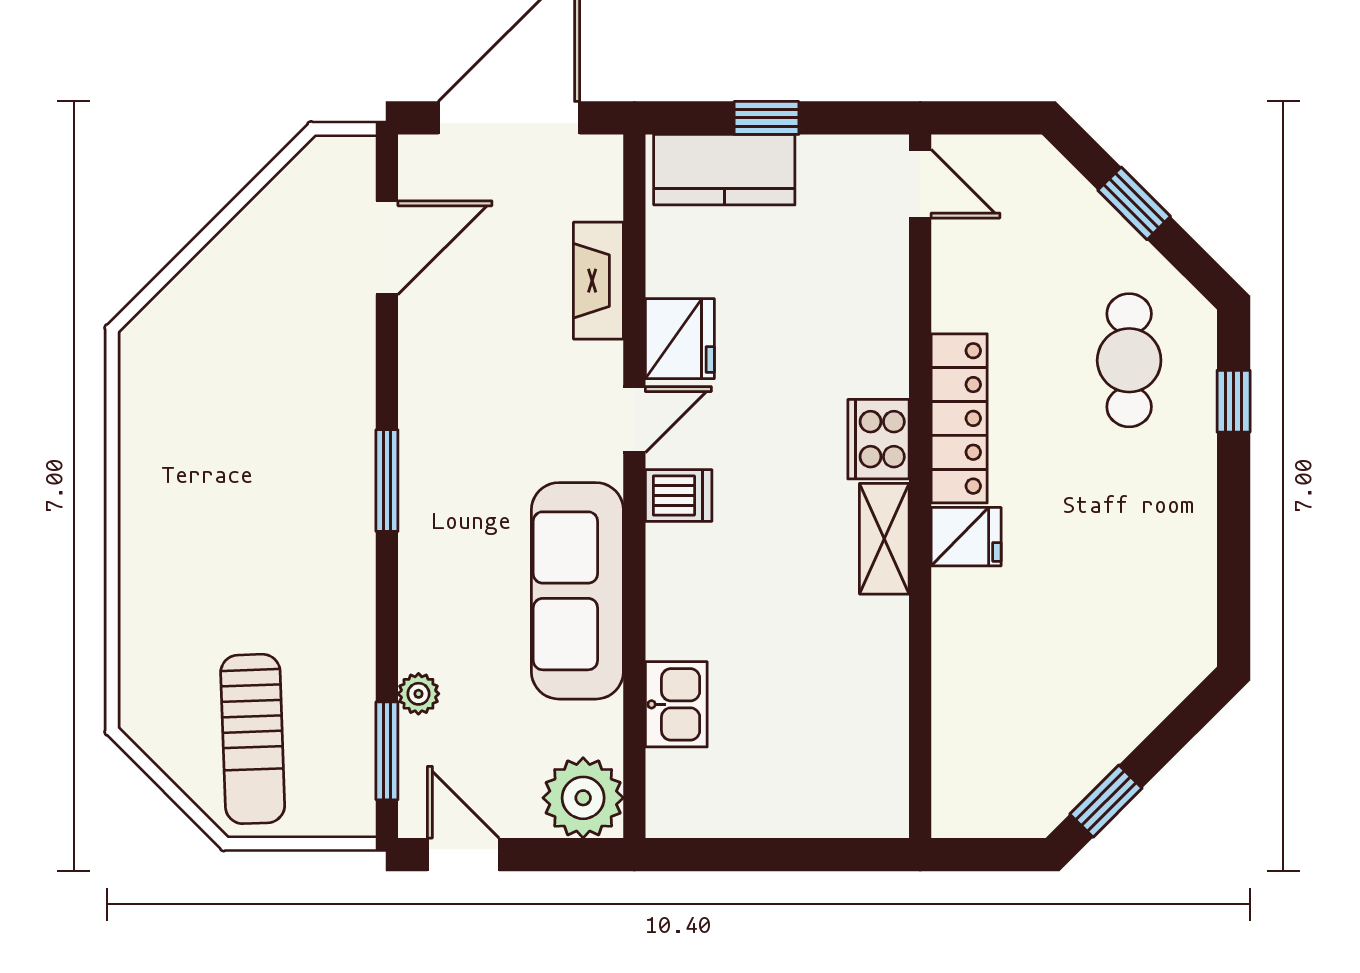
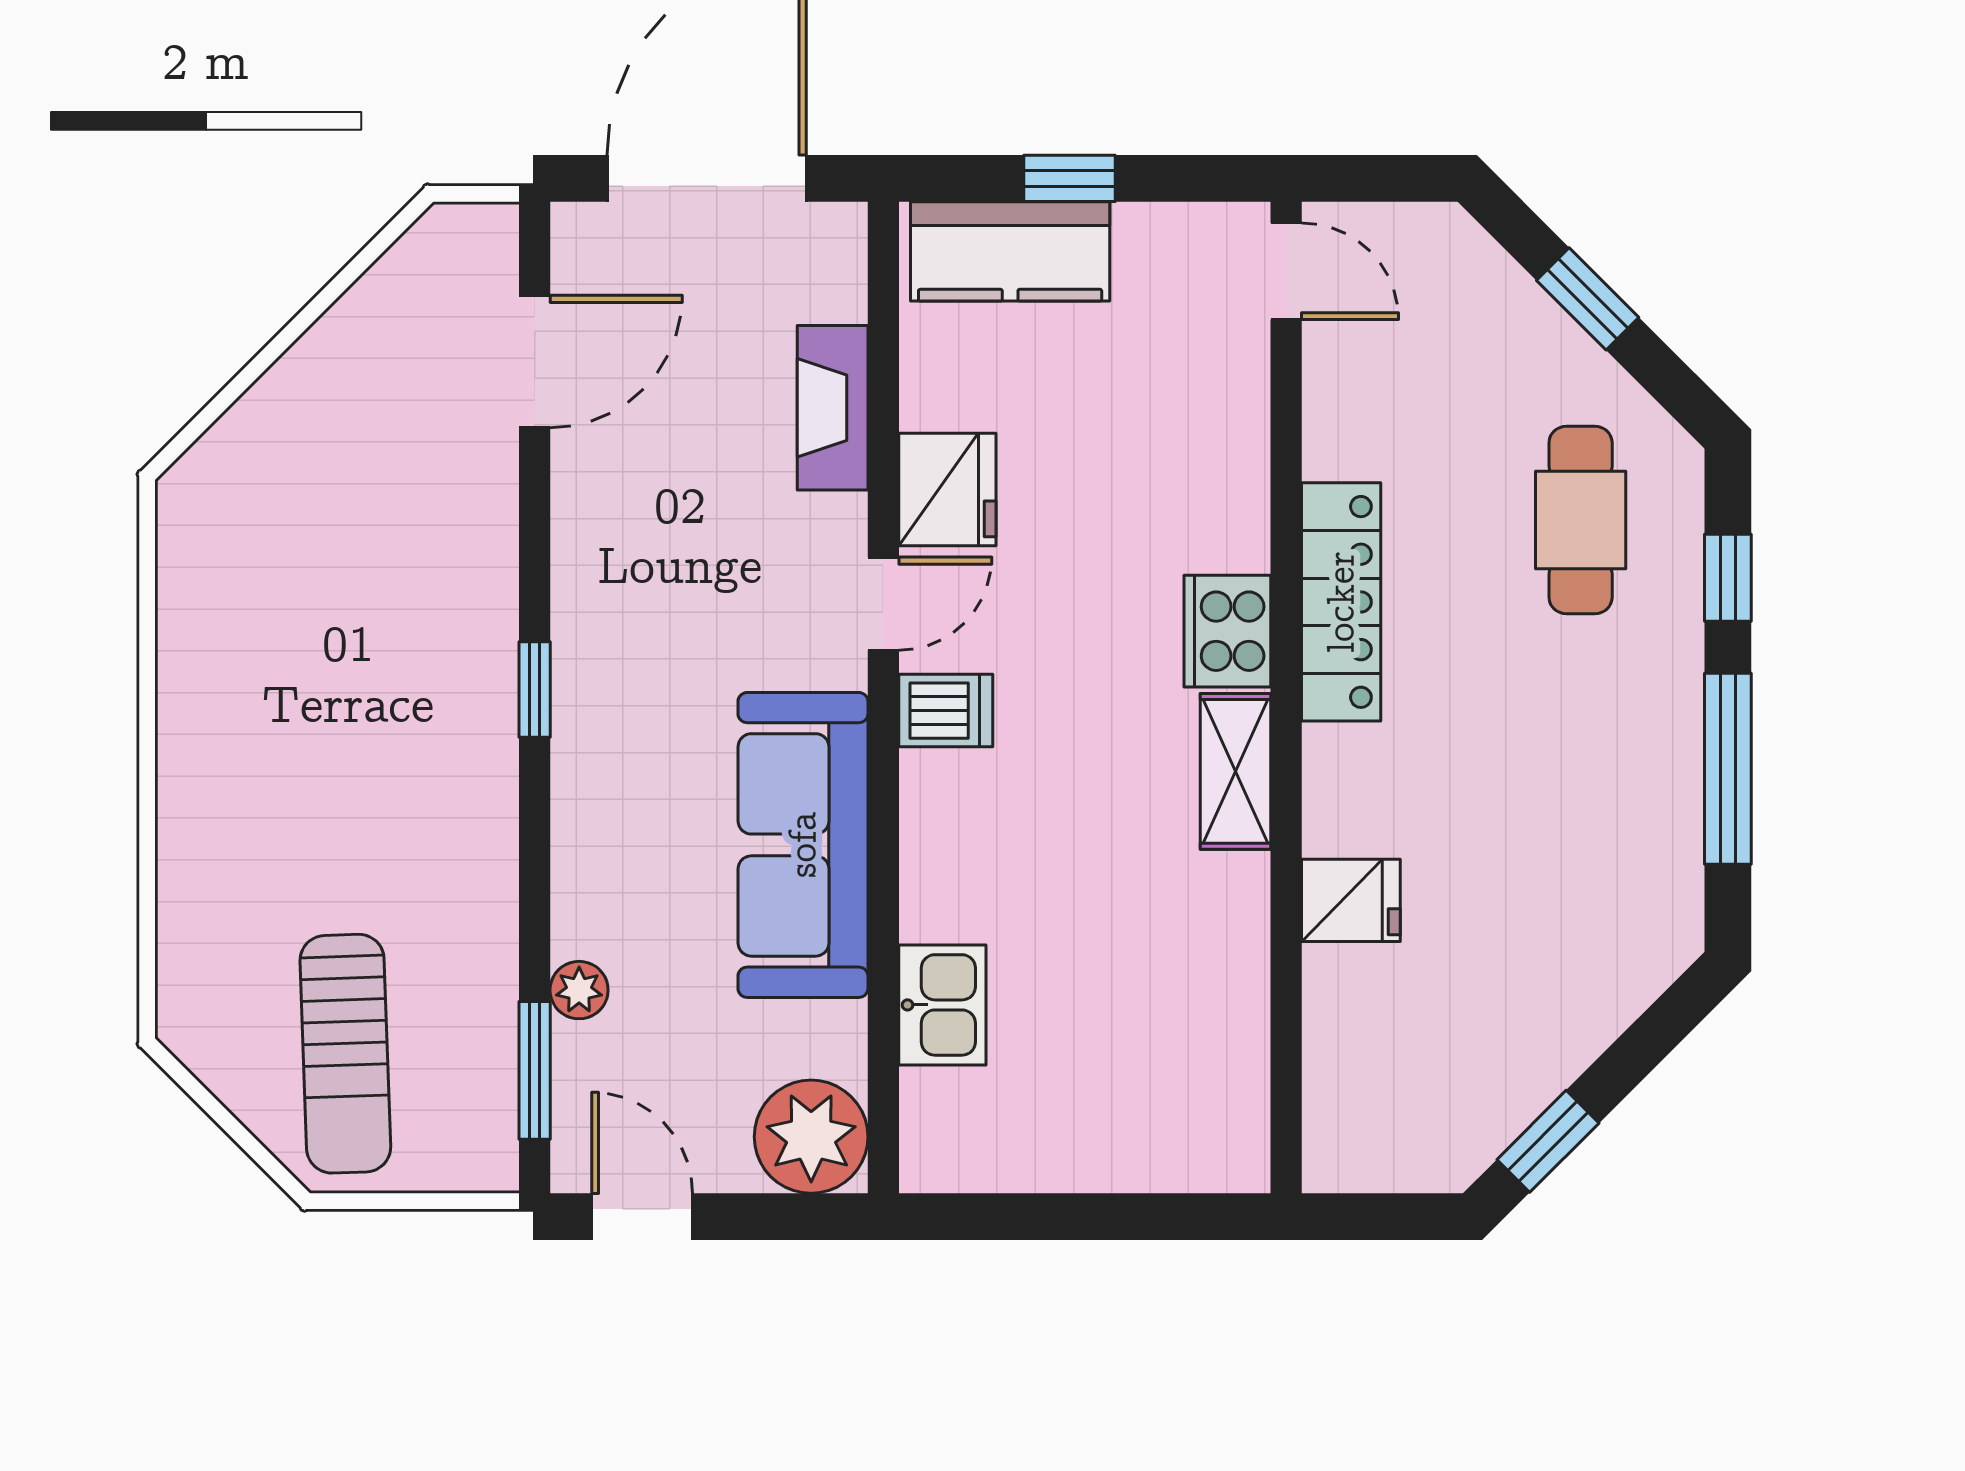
window: (387, 481) -> (535, 690), width x0.67
fridge: (966, 537) -> (1351, 900), moved
window: (1234, 537) -> (1728, 769), added

